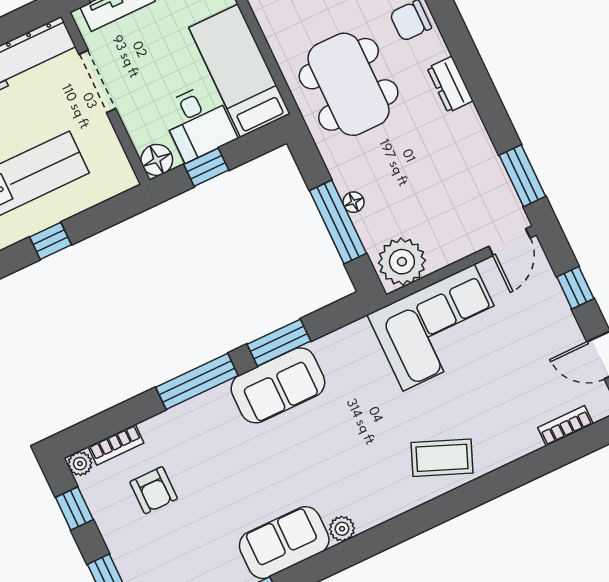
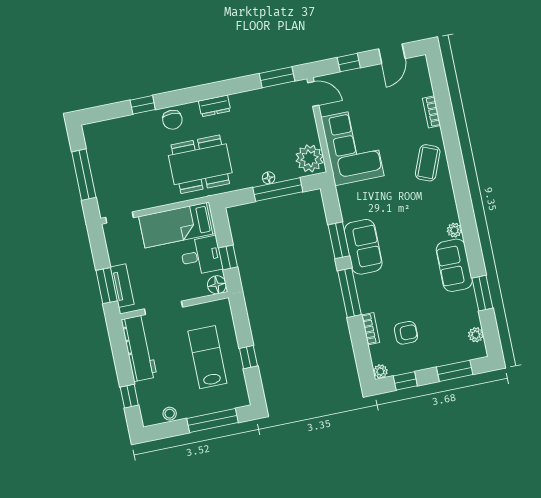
bookcase: (565, 426) -> (432, 112), moved
bookcase: (116, 445) -> (371, 329), moved

